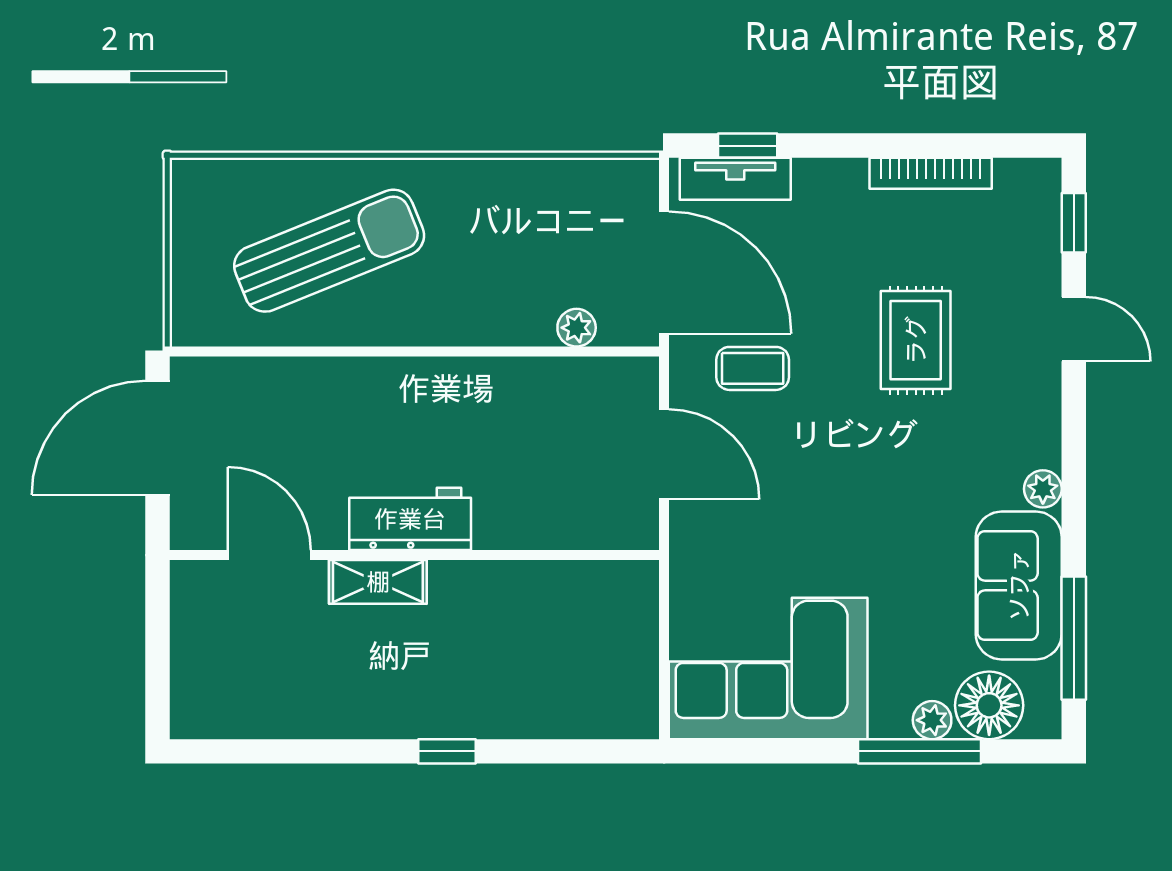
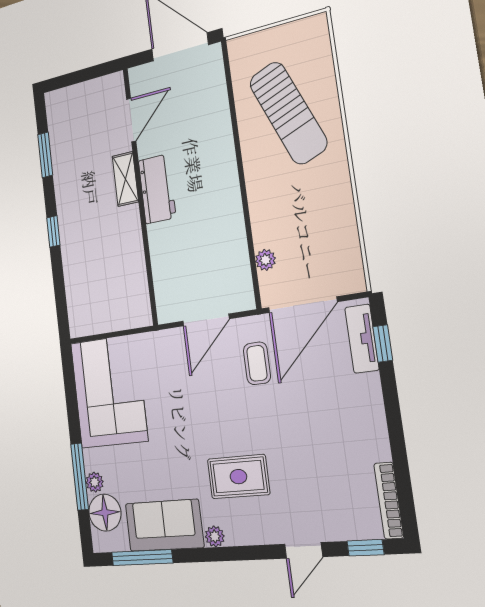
bookcase: (931, 173) -> (389, 500), moved
rug: (916, 340) -> (238, 477), moved
window: (293, 751) -> (45, 155), added

